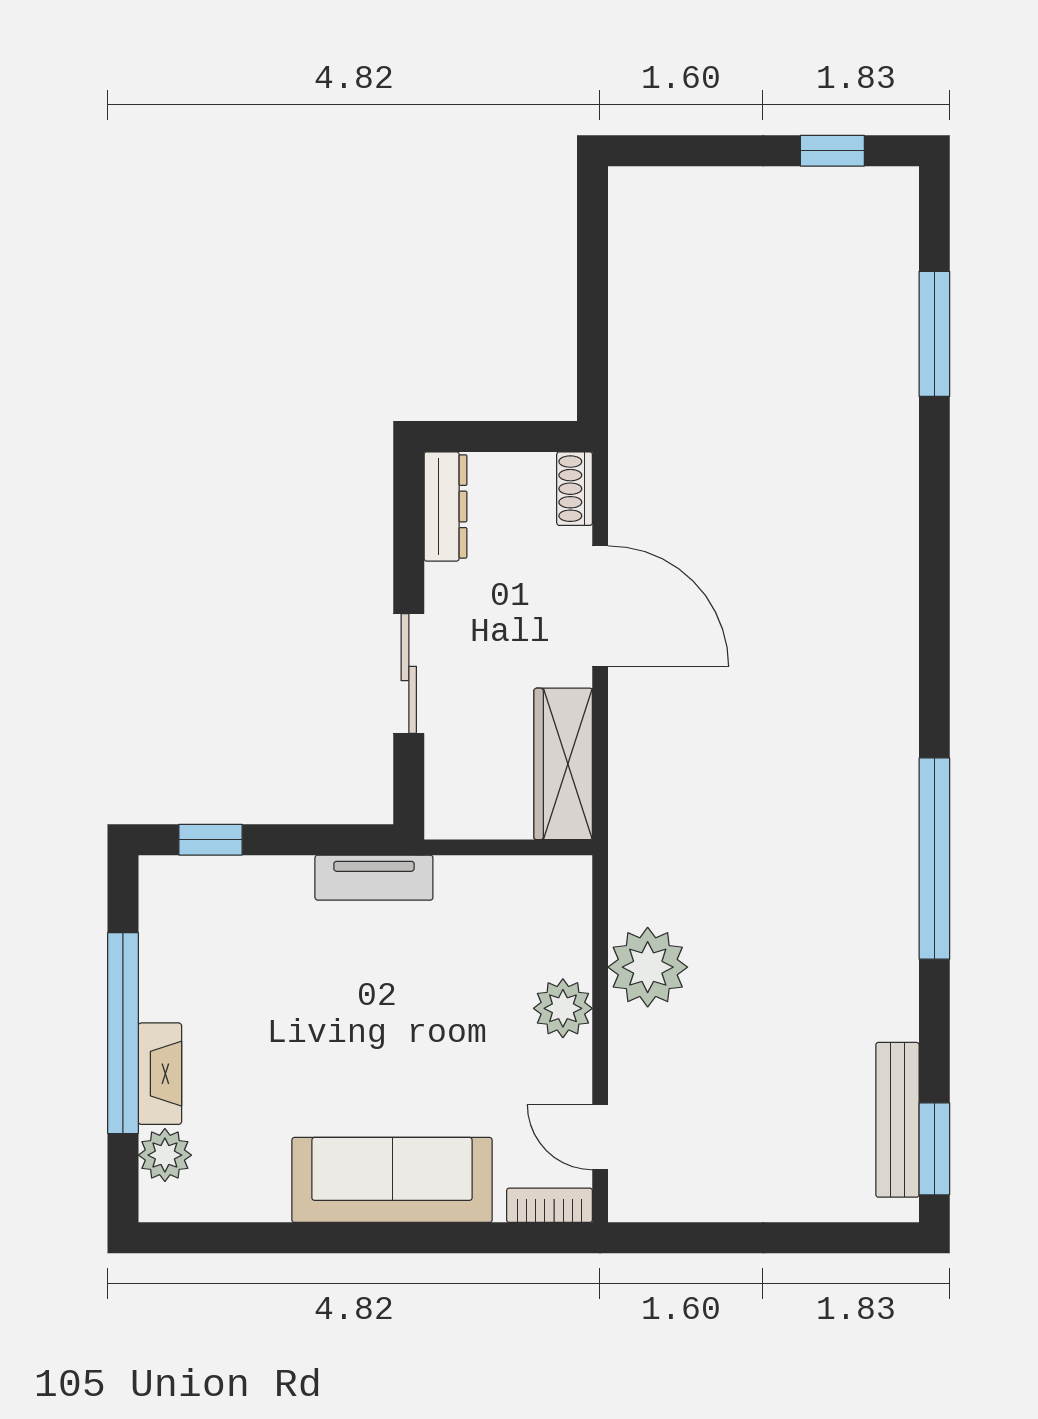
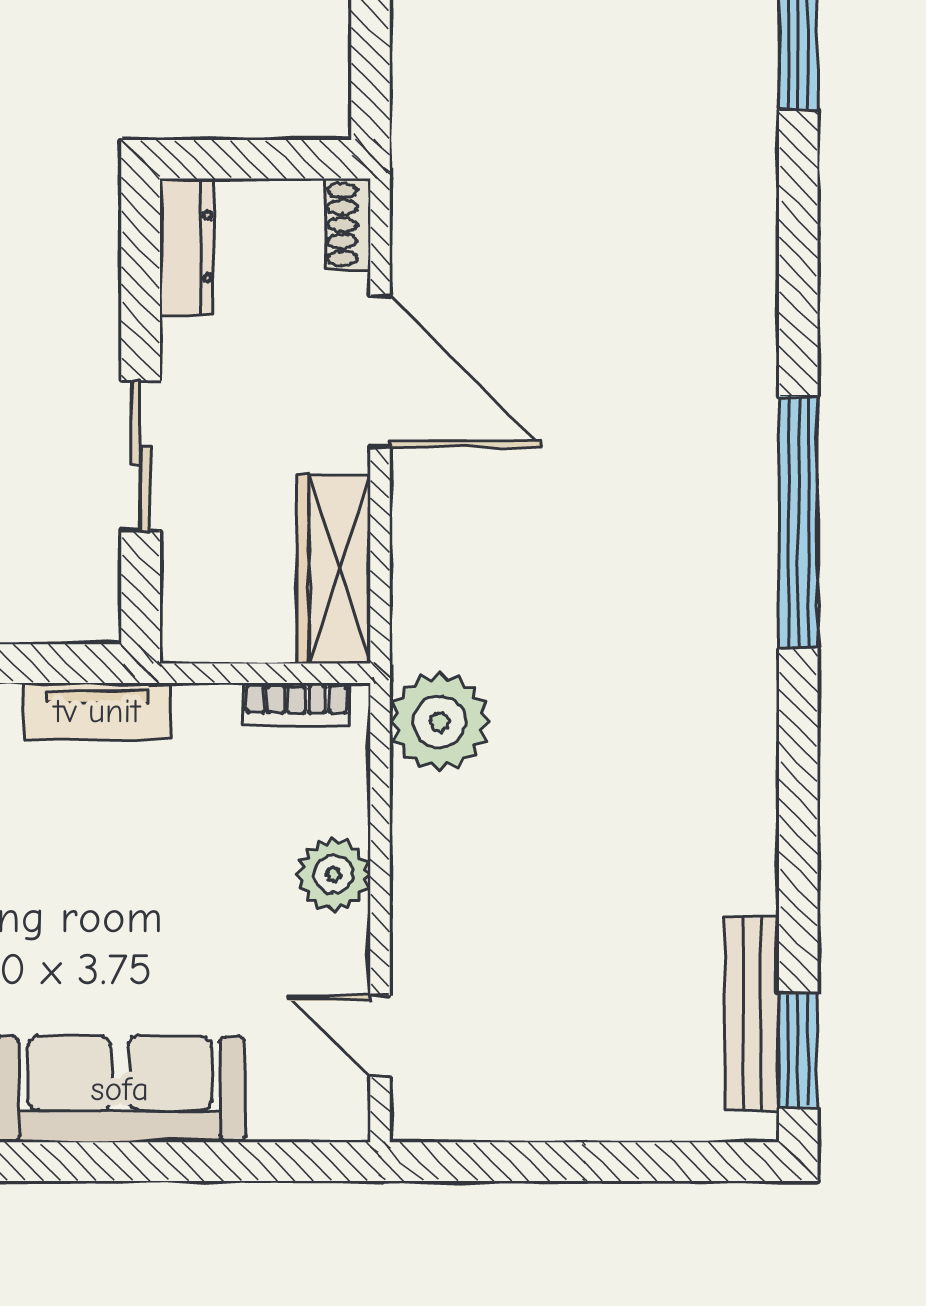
window: (934, 859) -> (798, 522), moved
plant: (648, 967) -> (440, 722), moved
bookcase: (550, 1205) -> (297, 704), moved, turned 180

